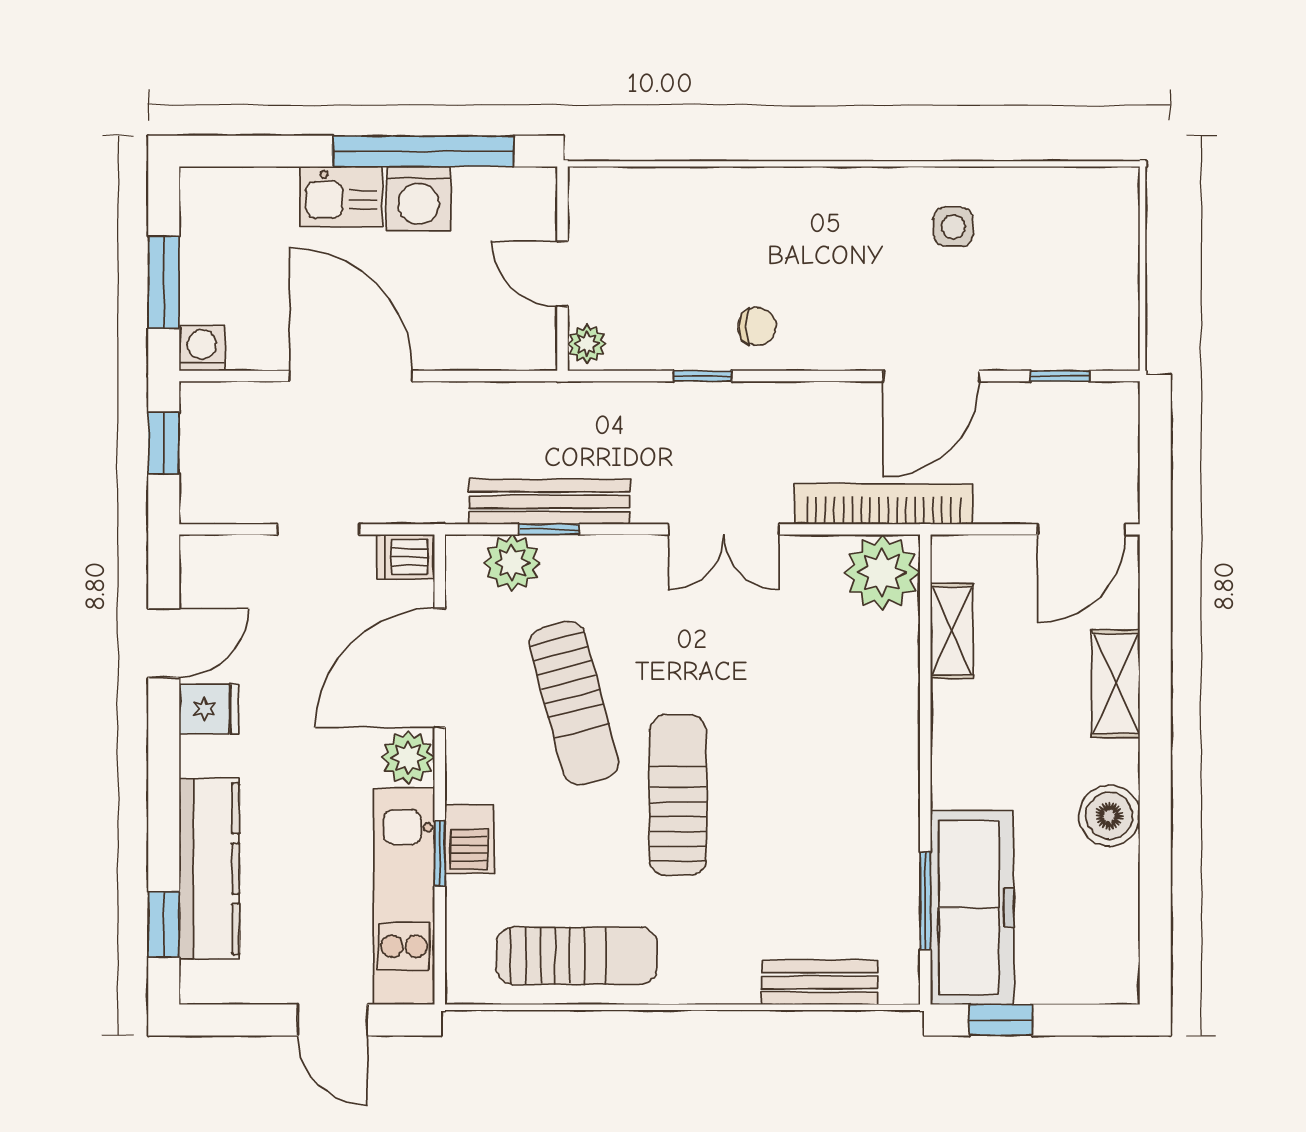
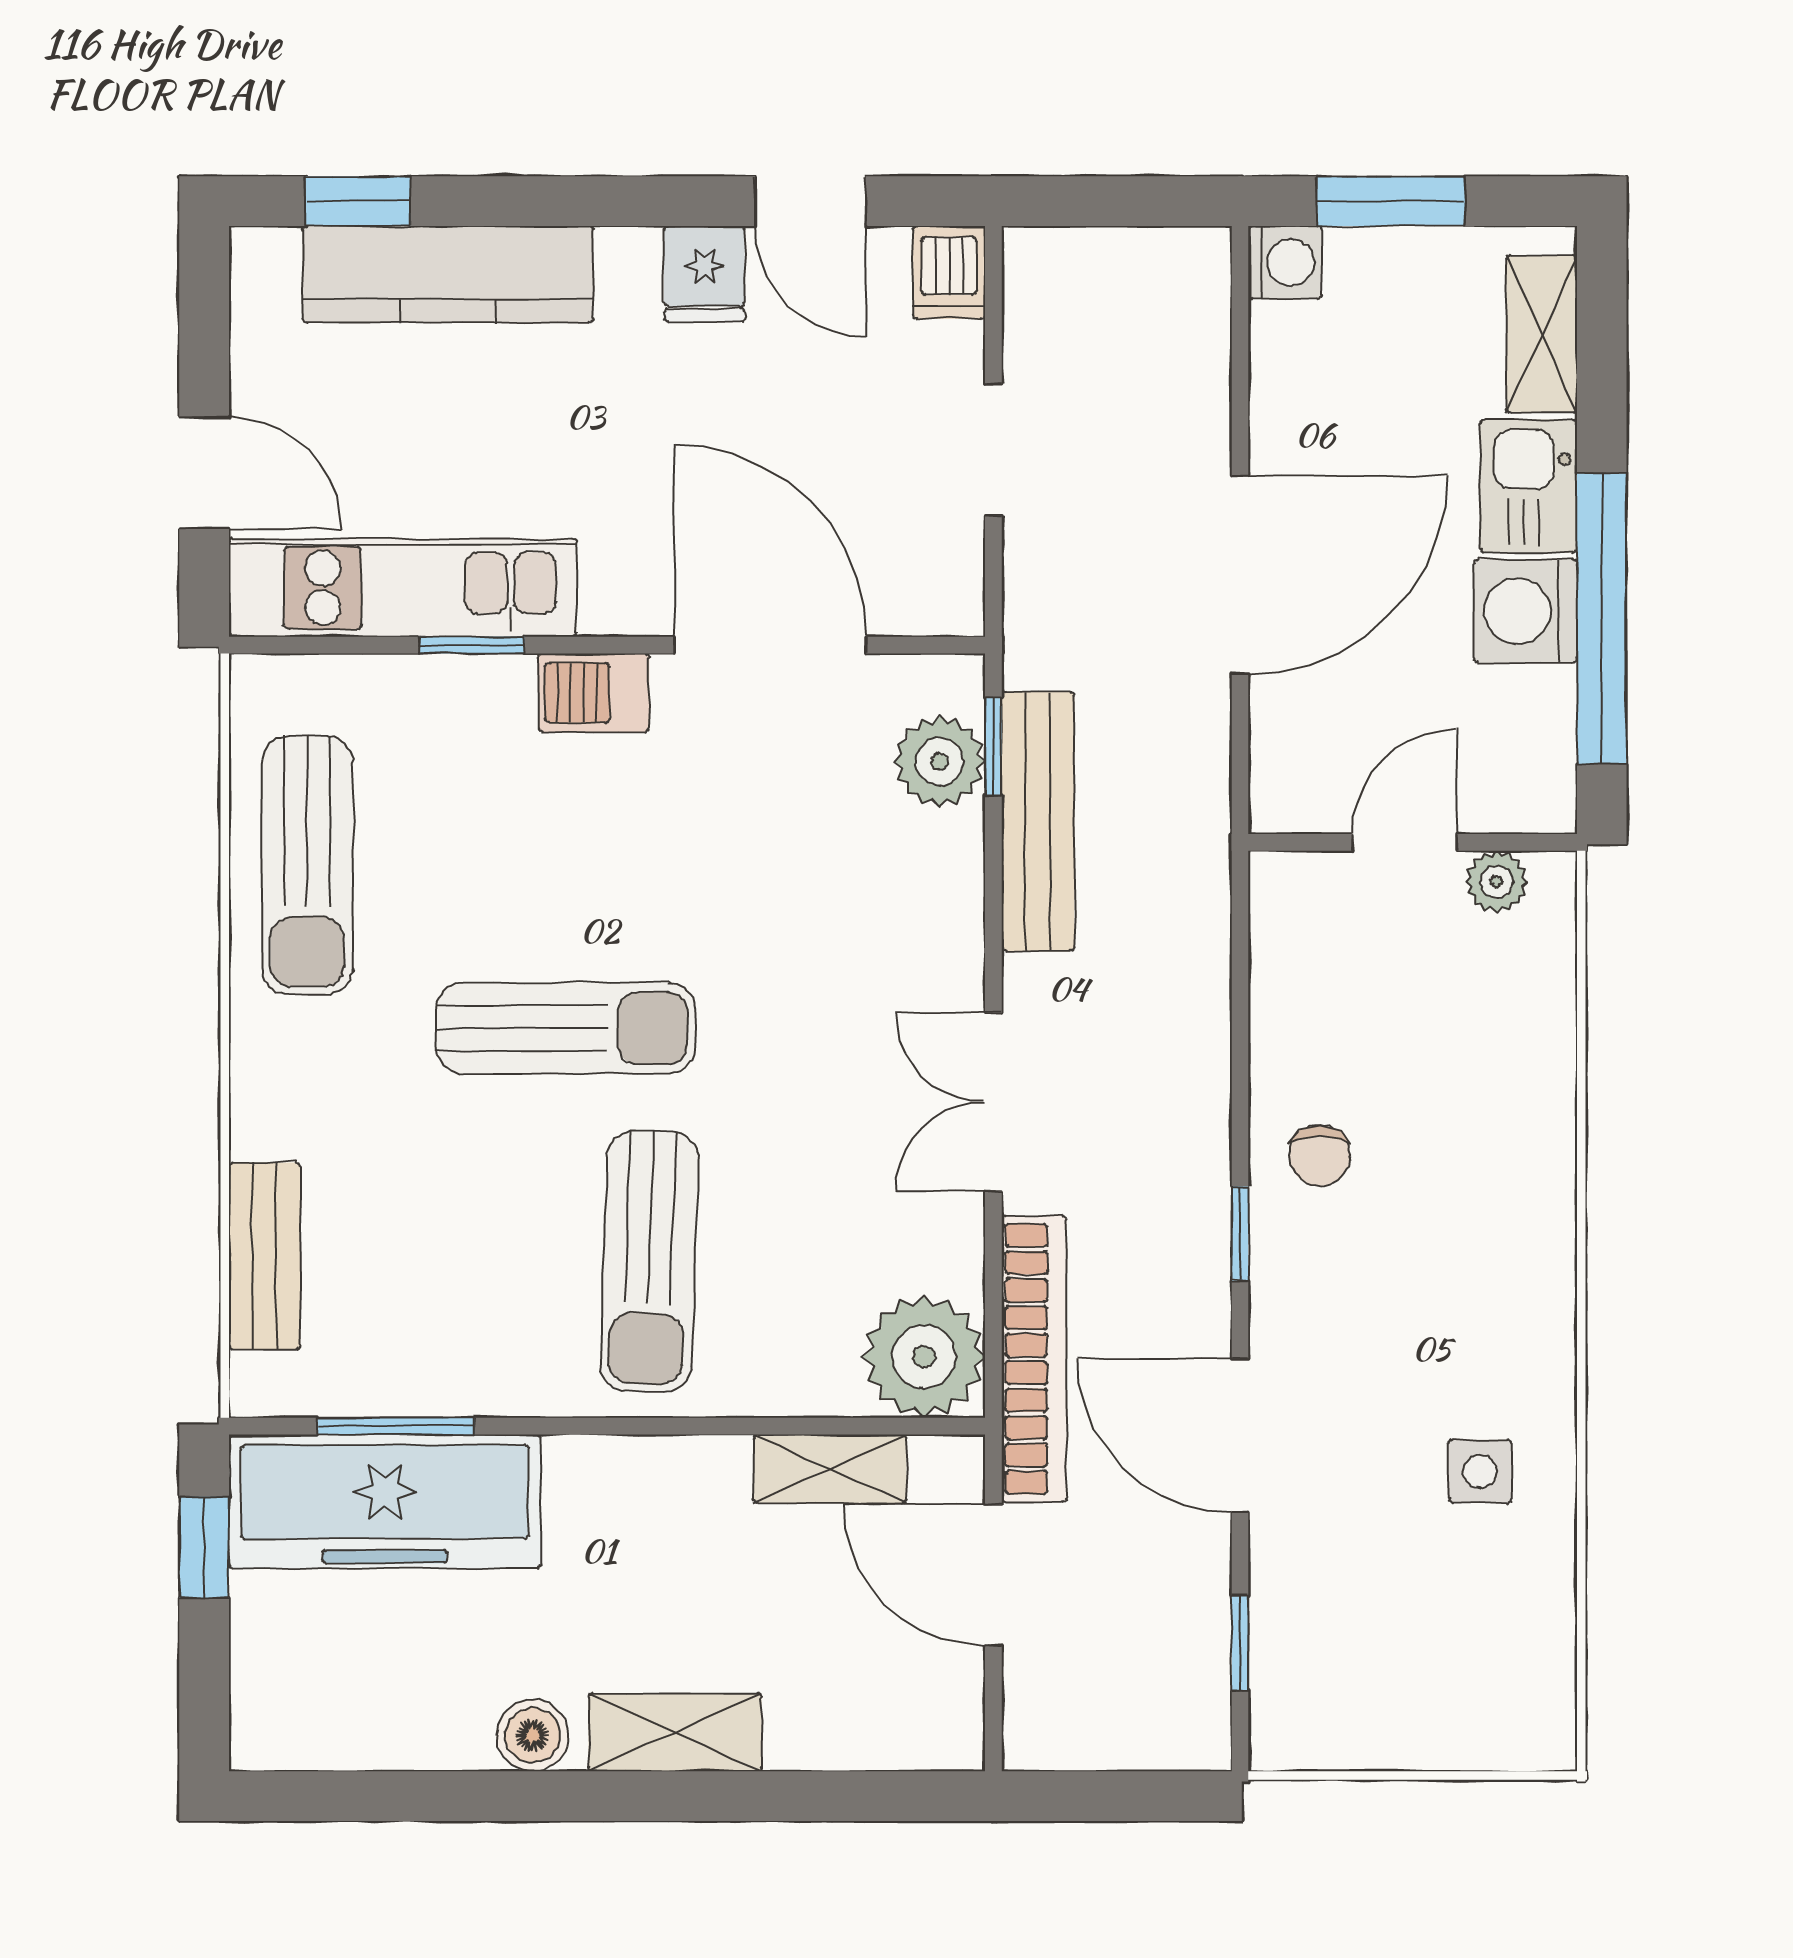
shelving: (246, 189) -> (1542, 334), added
plant: (587, 344) -> (1497, 882), moved
door: (351, 376) -> (1240, 575), moved
window: (703, 376) -> (1240, 1234), moved
window: (164, 443) -> (1132, 201), removed
window: (549, 529) -> (993, 747), moved
door: (1082, 529) -> (993, 1575), moved
dishwasher: (406, 557) -> (949, 272), moved, turned 180
shelving: (1116, 684) -> (675, 1732), moved
sun lounger: (574, 703) -> (649, 1261), moved, turned -73
plant: (408, 758) -> (626, 594), removed
boiler: (1109, 816) -> (533, 1735), width x0.73, depth x0.73
barbecue: (469, 839) -> (594, 693), moved
door: (333, 1020) -> (204, 473), swing flipped

